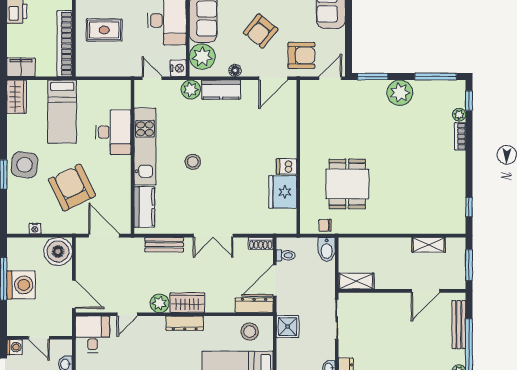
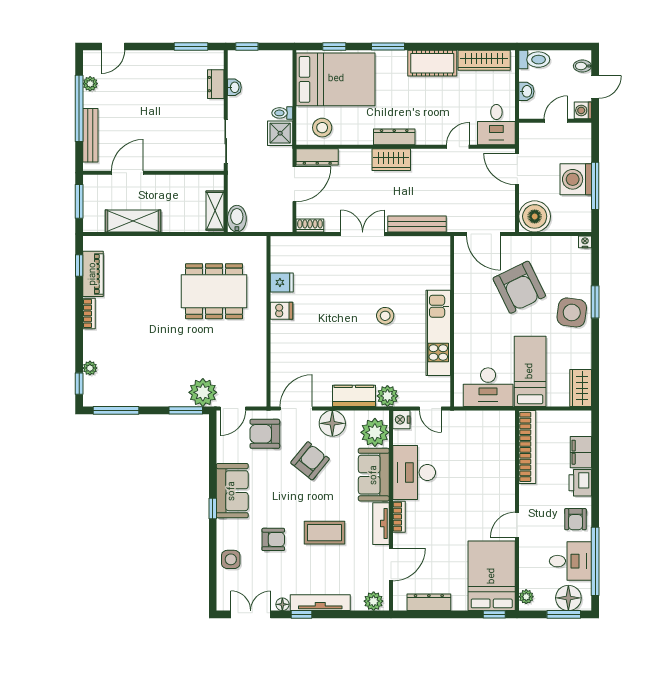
rug: (104, 30) -> (483, 462), removed
filing cabinet: (21, 67) -> (581, 452), moved, turned 90
floor lamp: (235, 70) -> (332, 423), width x1.89, depth x1.89
plant: (400, 93) -> (203, 392), moved
desk: (113, 132) -> (488, 387), moved, turned -90
bookcase: (460, 136) -> (89, 313), moved
dining table: (347, 184) -> (214, 291), width x1.38
fridge: (283, 192) -> (282, 282), width x0.53, depth x0.75
piano: (456, 200) -> (93, 274), added
kitchen counter: (144, 207) -> (439, 266), removed
chair: (325, 225) -> (239, 245), removed
nightstand: (35, 229) -> (585, 242), moved
bench: (164, 245) -> (417, 224), width x1.36
shelving: (429, 245) -> (133, 221), width x1.50, depth x1.33
toilet: (286, 255) -> (282, 113), moved
shelving: (356, 281) -> (215, 211), moved, turned 90
plant: (160, 303) -> (422, 159), removed
door: (39, 338) -> (556, 121), hinge flipped

